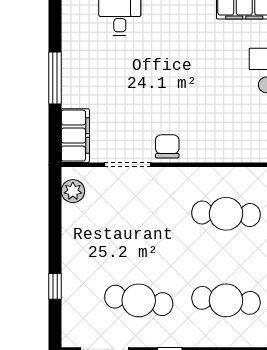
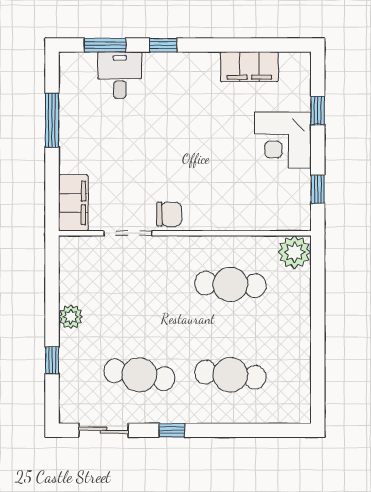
window: (55, 78) -> (52, 120), moved
chair: (167, 146) -> (169, 214), turned 90
plant: (73, 191) -> (71, 317), moved

